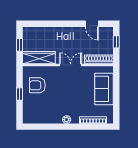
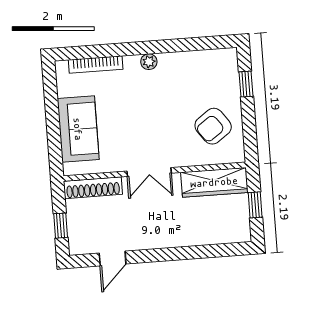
door: (92, 24) -> (113, 259), swing flipped
armchair: (37, 85) -> (213, 126), turned 144
window: (20, 94) -> (246, 84), moved

